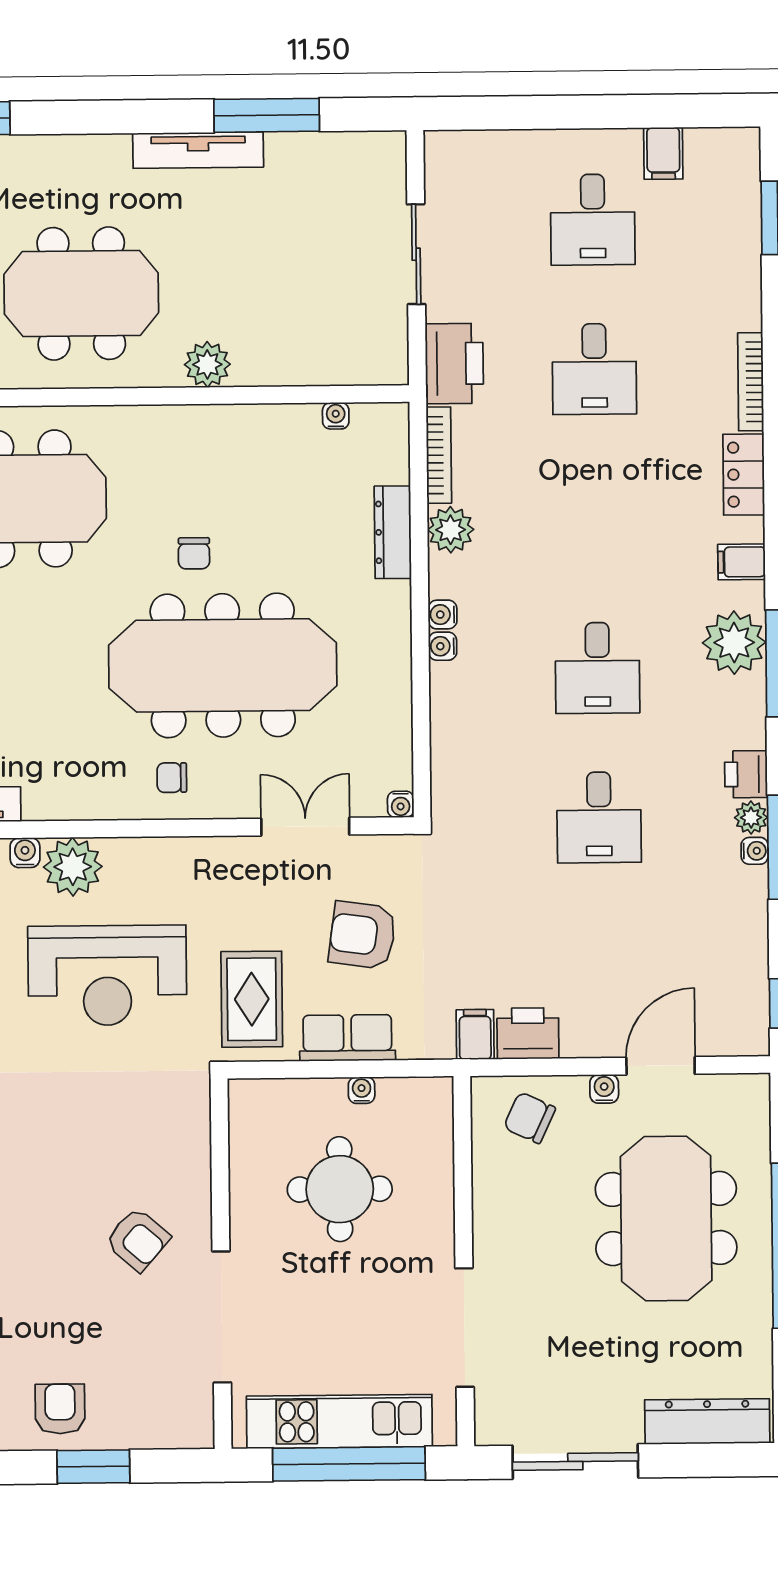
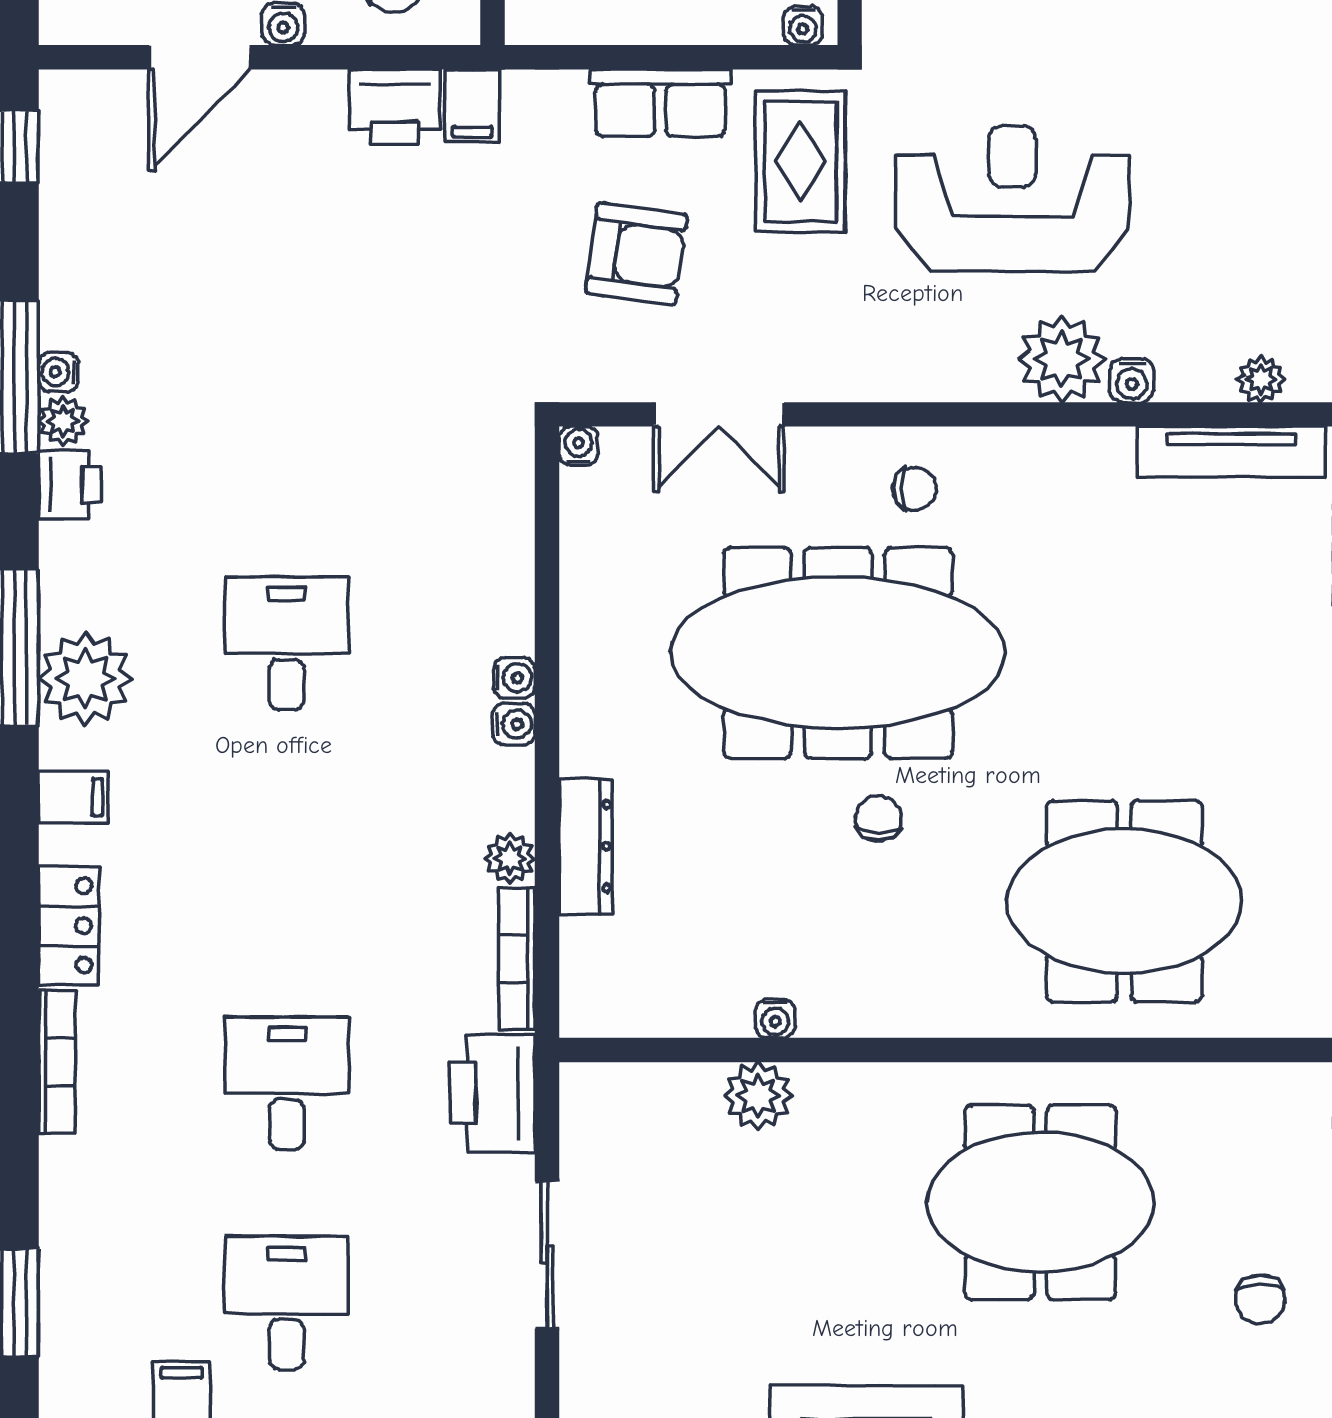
plant: (207, 364) -> (758, 1096), moved
water cooler: (336, 416) -> (775, 1018), moved
plant: (451, 530) -> (510, 858), width x0.73, depth x0.73
desk: (599, 817) -> (287, 423), removed
water cooler: (362, 1090) -> (803, 26), moved

